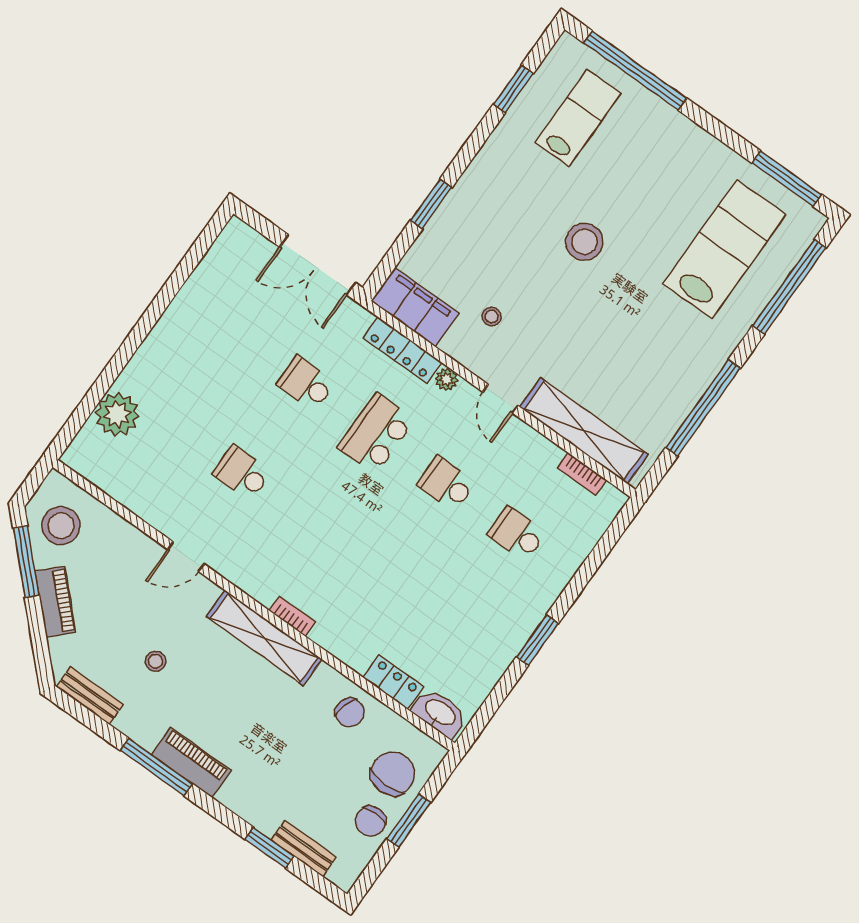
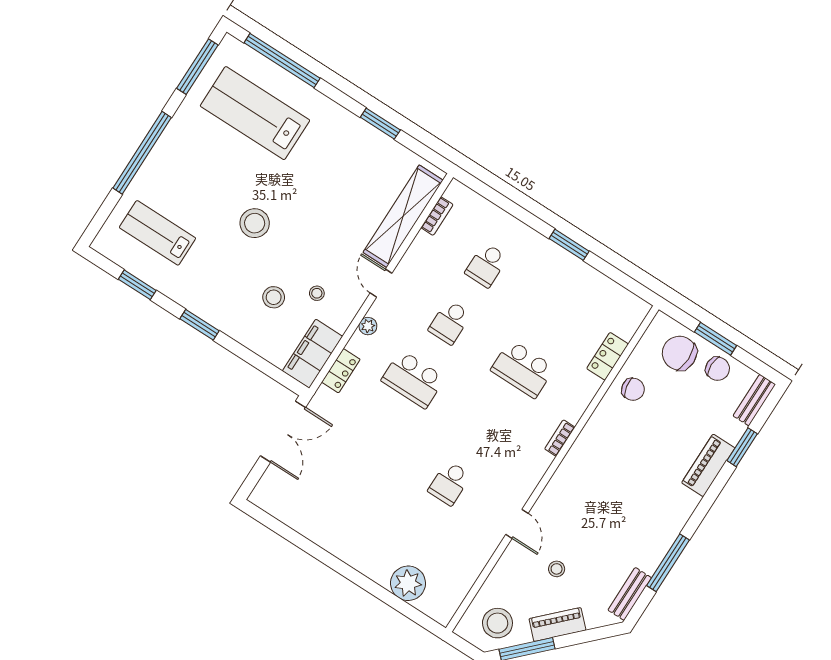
window: (635, 71) -> (142, 153), moved
window: (431, 204) -> (199, 325), moved
stool: (489, 261) -> (274, 297), added
locker: (402, 350) -> (341, 371), width x0.66
school desk: (306, 383) -> (523, 369), moved, width x1.85
door: (500, 399) -> (381, 283), swing flipped
window: (703, 408) -> (380, 124), width x0.47
shelving: (264, 638) -> (578, 459), removed
stool: (156, 661) -> (557, 569), moved
chair: (350, 712) -> (633, 389), turned 62
washbasin: (440, 713) -> (630, 319), removed
piano: (191, 763) -> (708, 465), moved
window: (156, 767) -> (668, 563), moved
bench: (304, 848) -> (754, 400), moved

